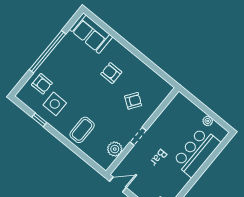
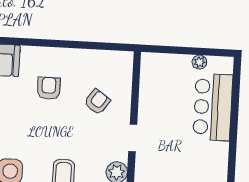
armchair: (111, 73) -> (49, 88), turned 90

